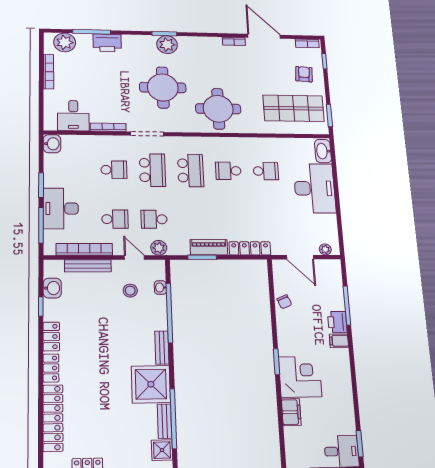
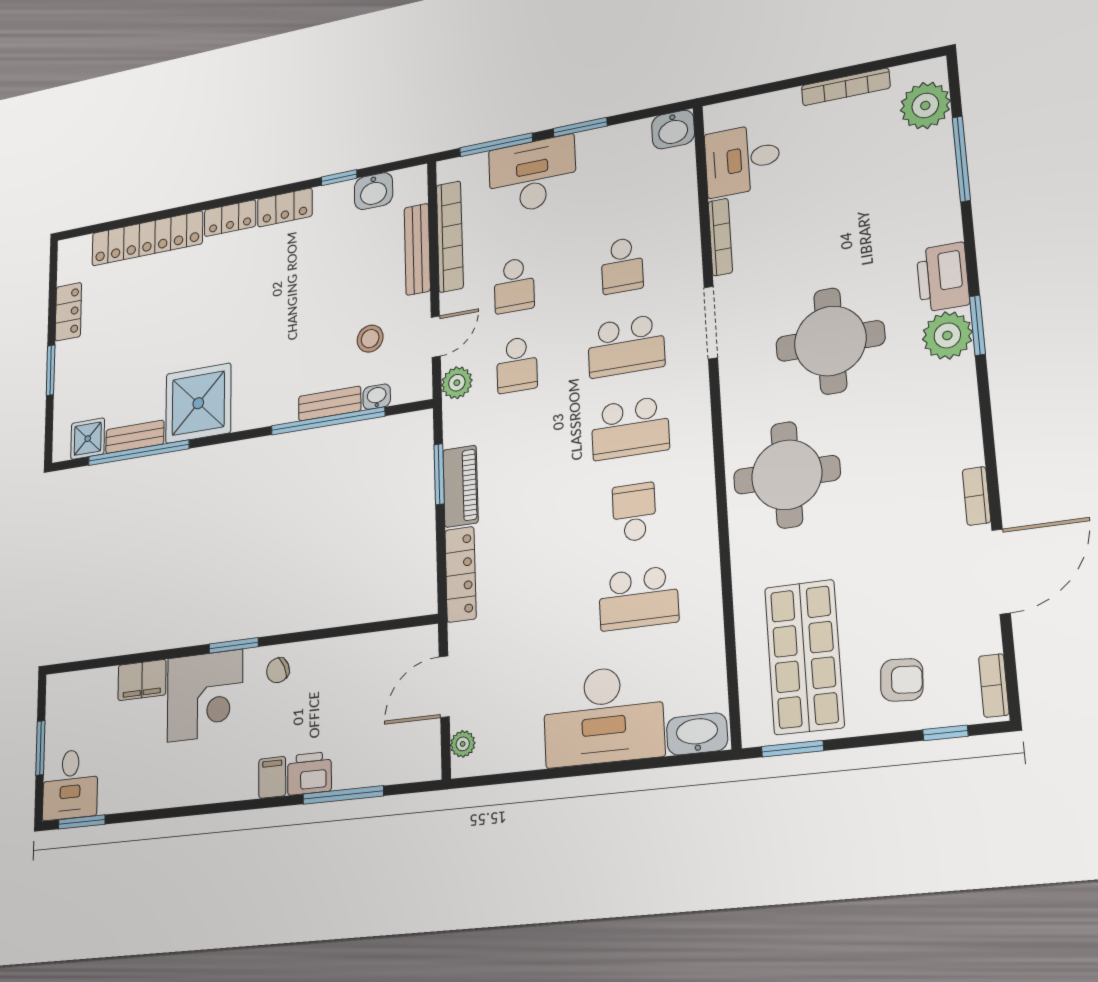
printer: (107, 43) -> (943, 277), moved
school desk: (266, 171) -> (638, 598), width x1.85
school desk: (154, 219) -> (517, 365), turned 180
chair: (284, 302) -> (278, 670), moved
bench: (162, 348) -> (330, 404), moved

